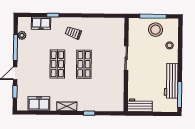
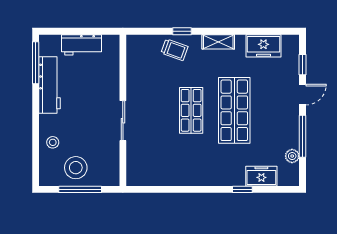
trolley: (73, 33) -> (174, 50), moved
shop shelf: (57, 64) -> (234, 110), width x1.43, depth x1.36
workbench: (140, 105) -> (82, 45), moved

